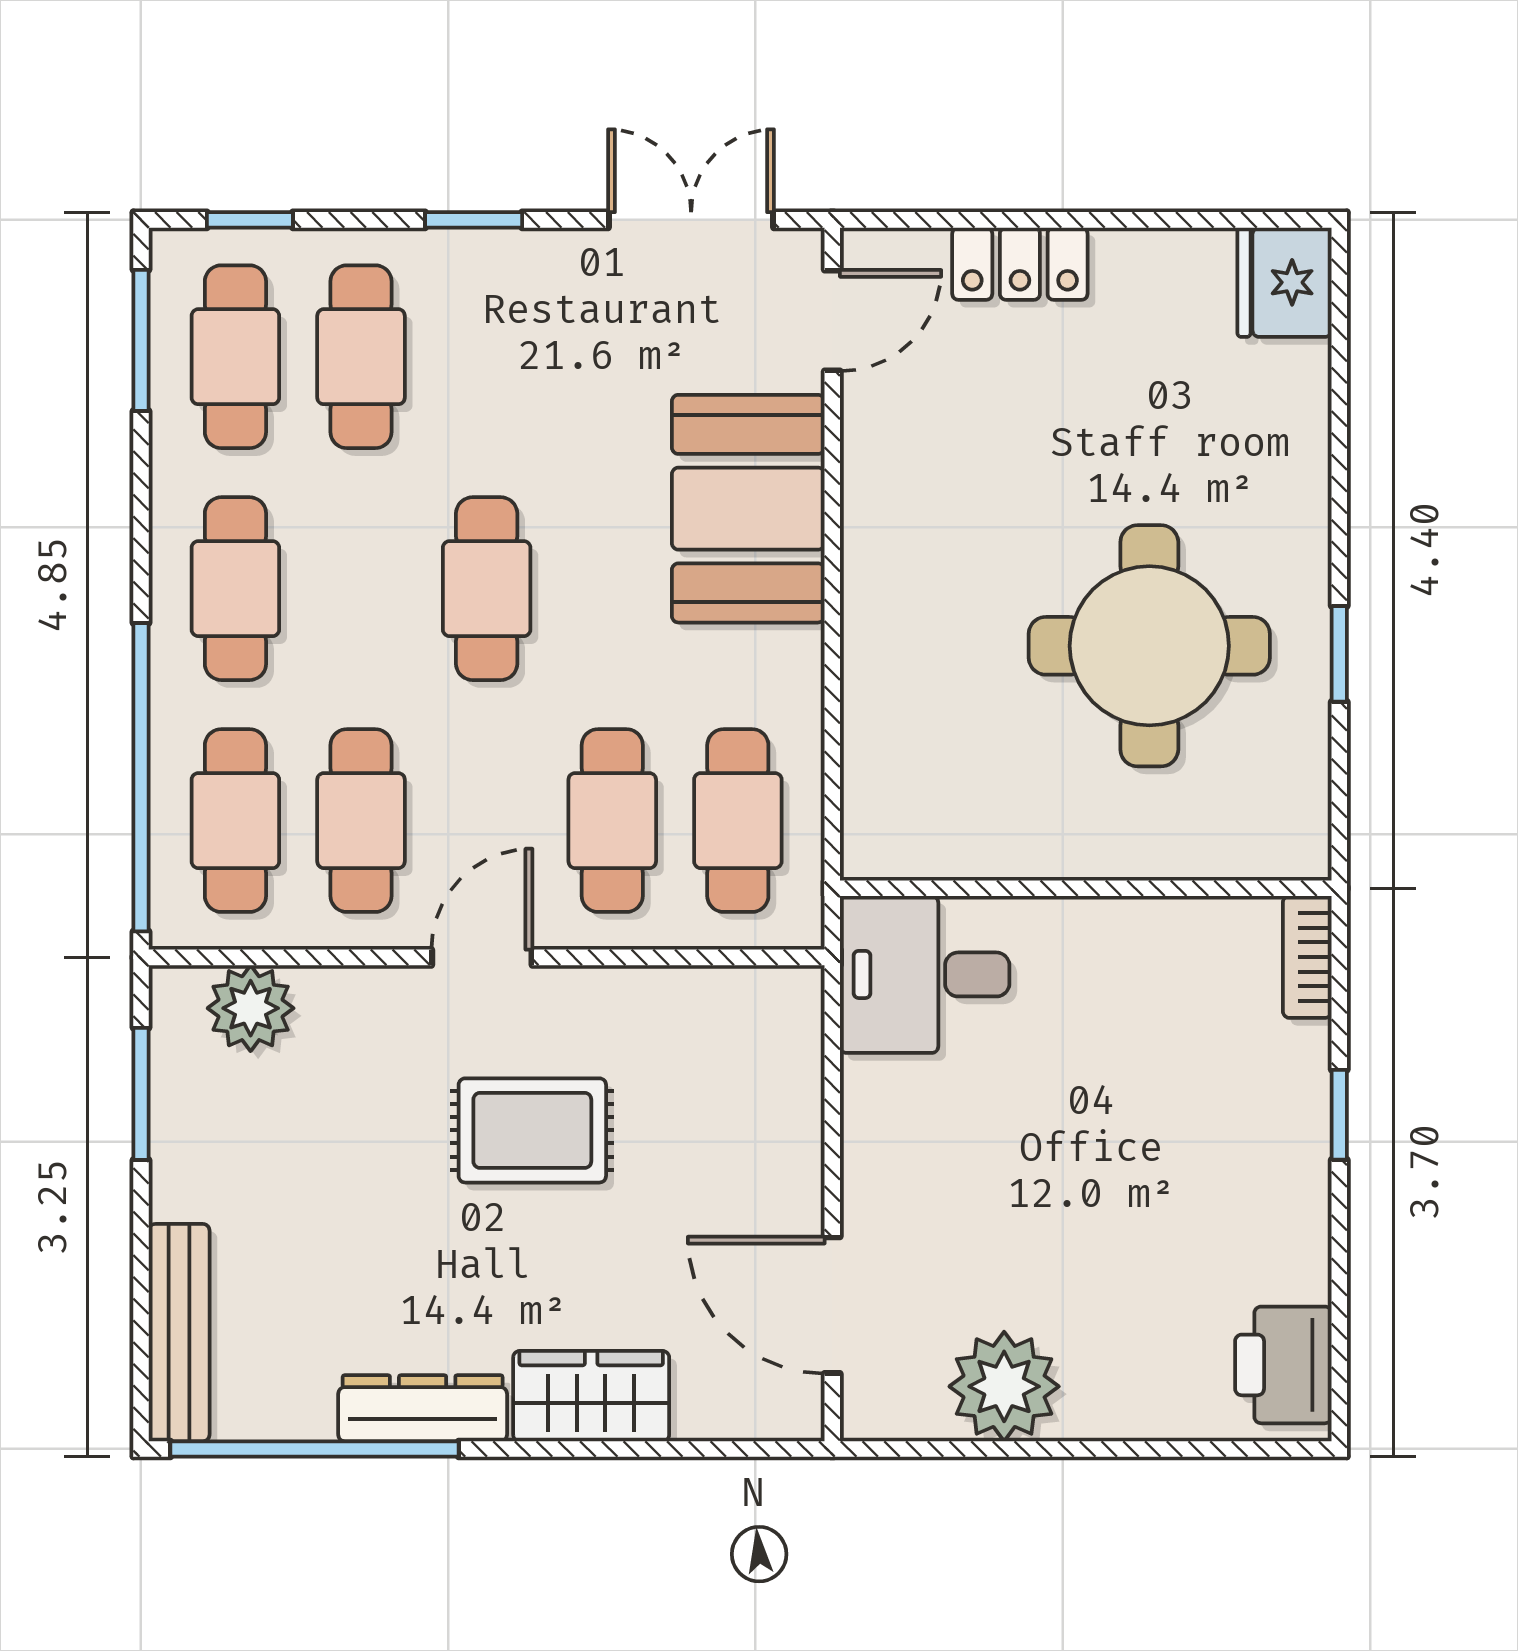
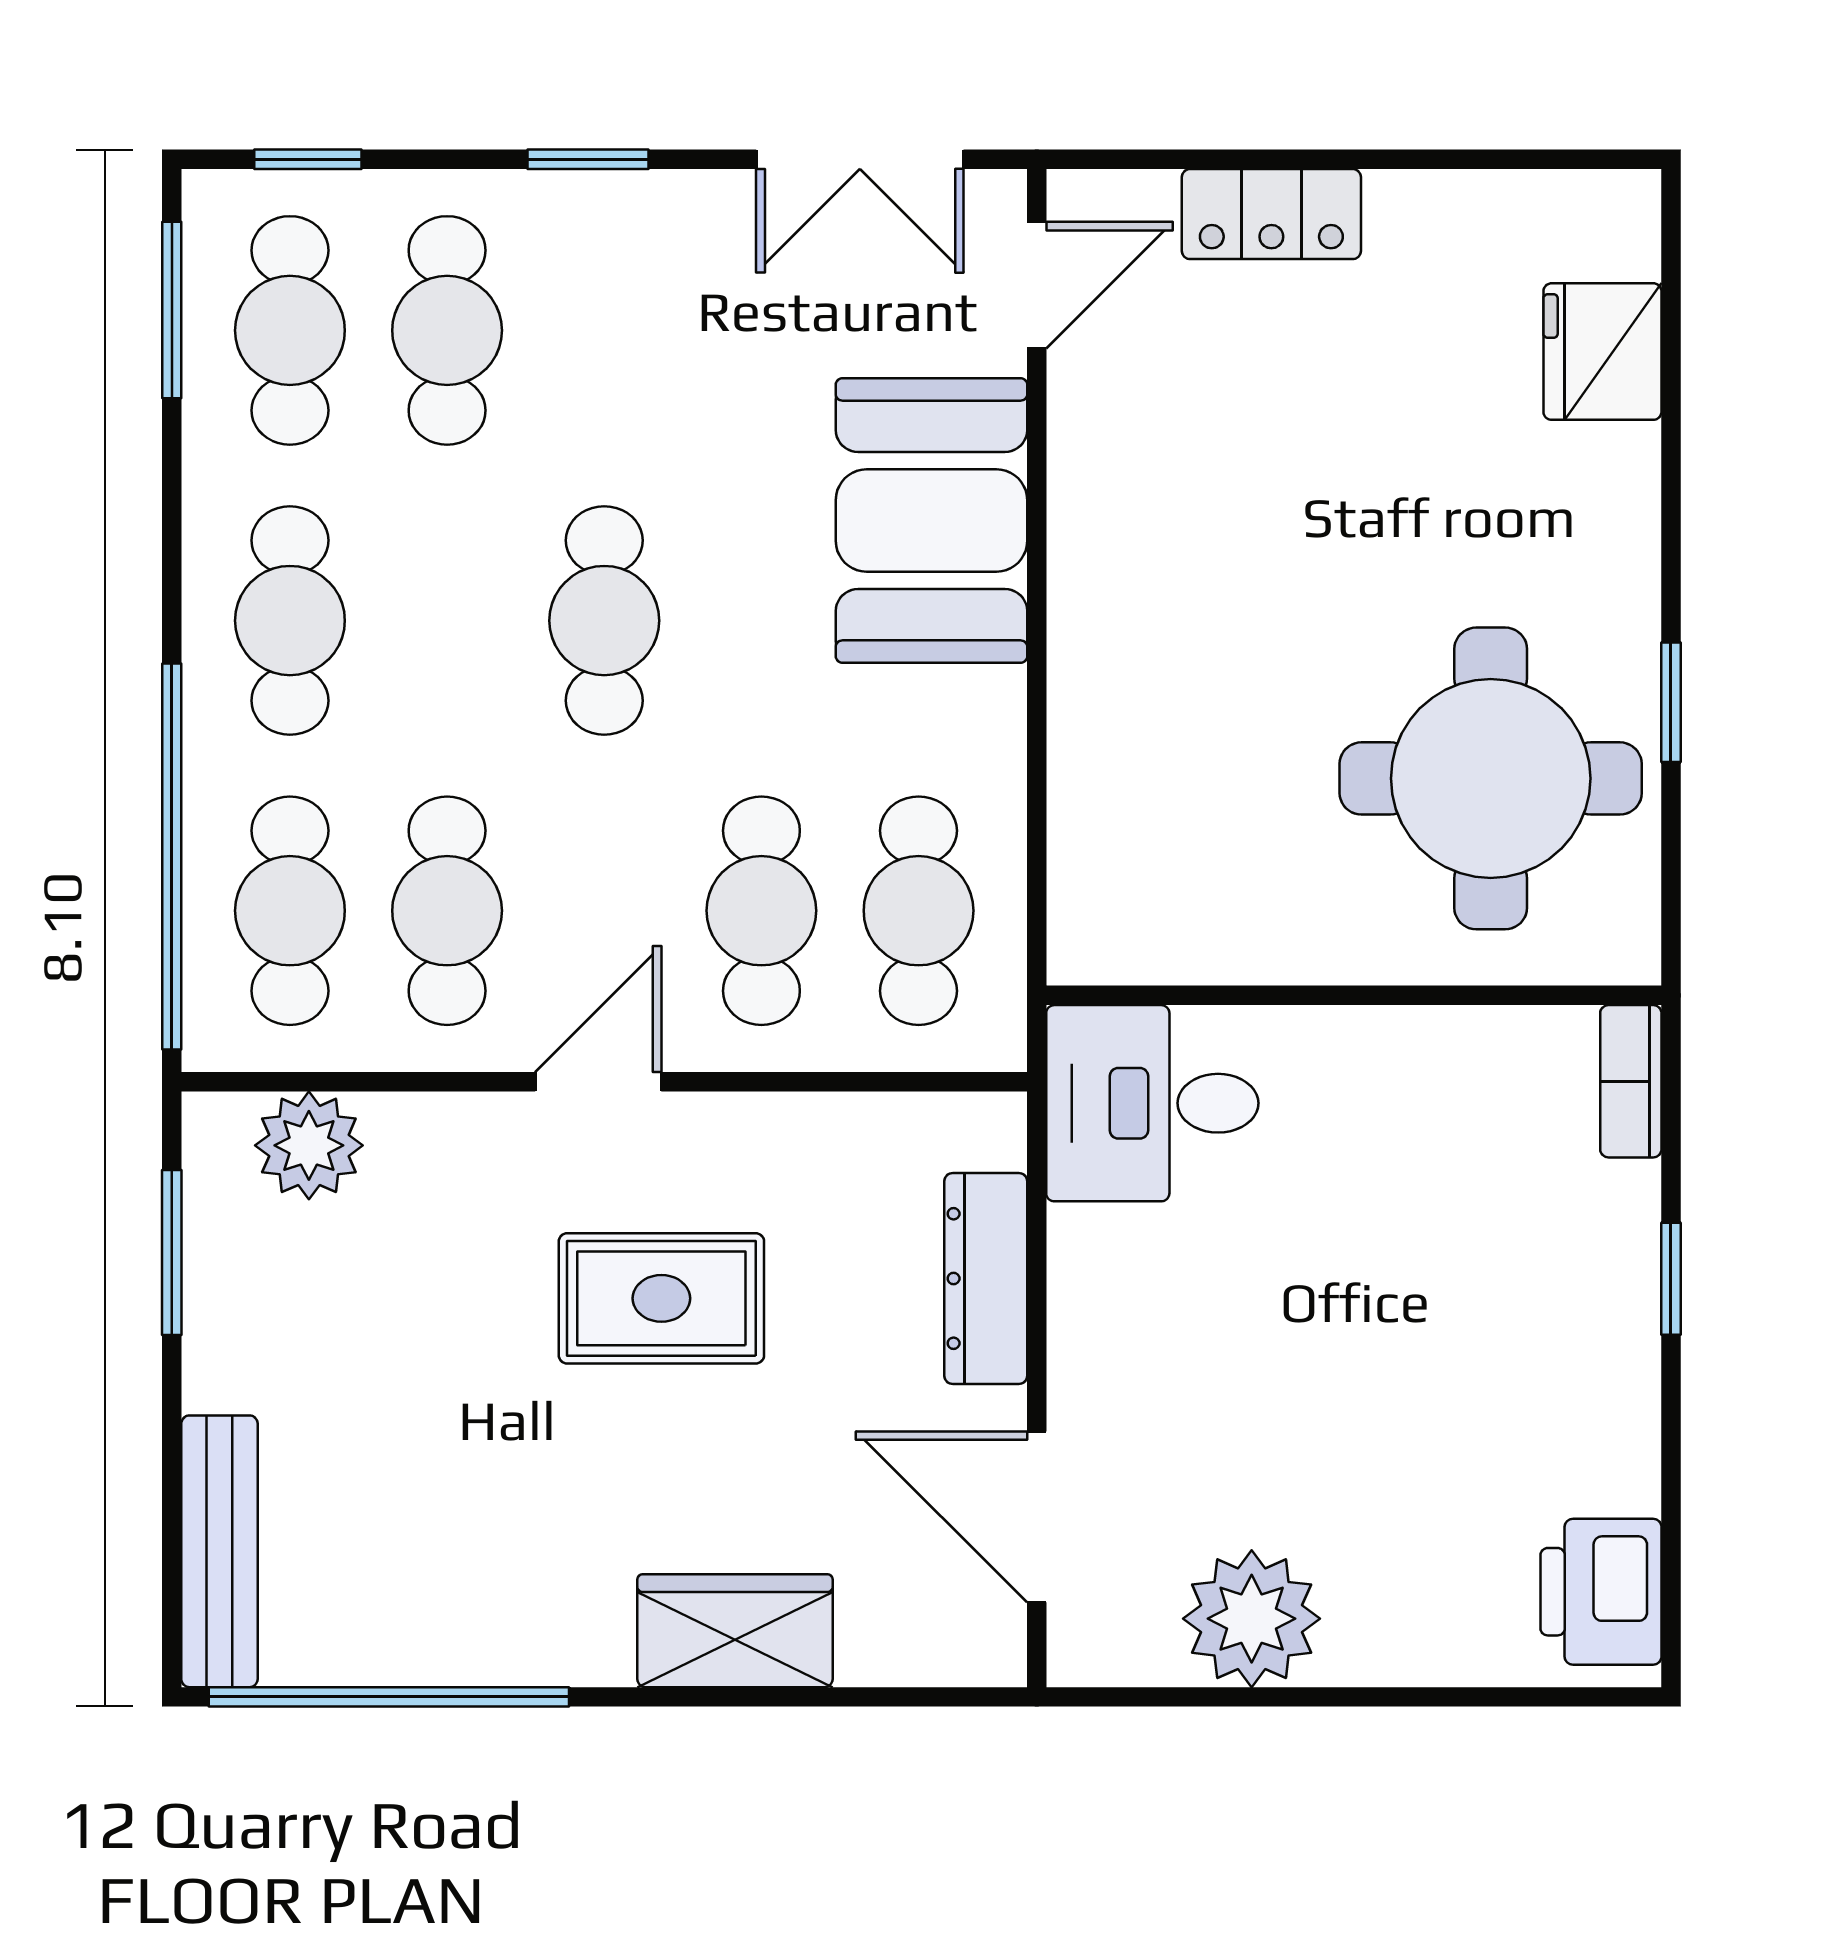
double door: (691, 220) -> (860, 159), swing flipped
fridge: (1285, 282) -> (1602, 352), moved
round table: (1149, 646) -> (1491, 778), moved
dresser: (423, 1408) -> (986, 1279), moved, turned -90

